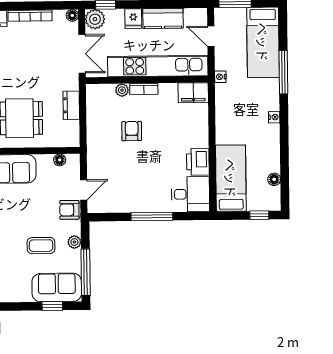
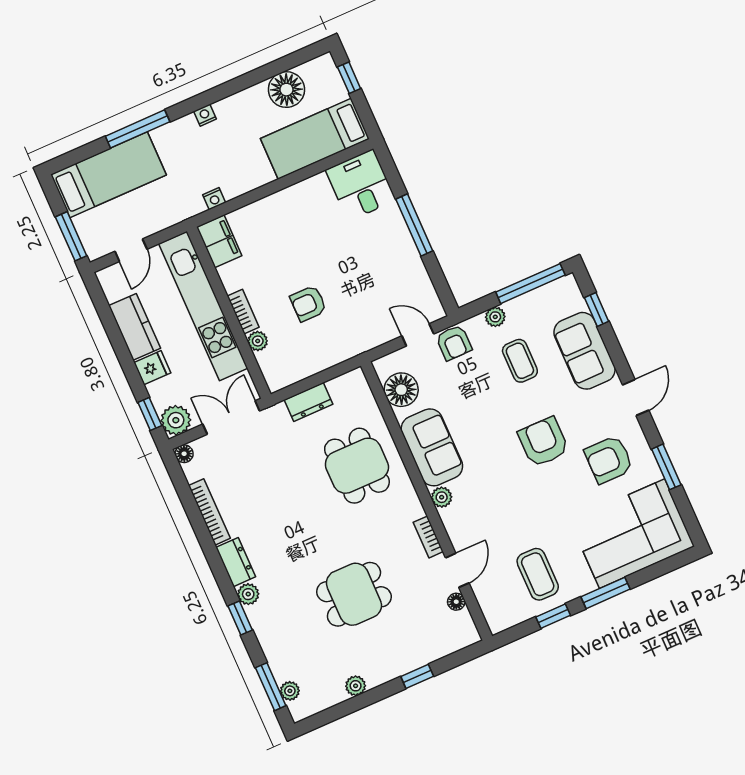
nightstand: (220, 77) -> (214, 199), moved
floor lamp: (60, 160) -> (401, 390), width x1.89, depth x1.89
printer: (198, 162) -> (312, 194), removed
floor lamp: (274, 179) -> (286, 90), width x1.89, depth x1.89
sofa: (57, 287) -> (585, 351), moved

